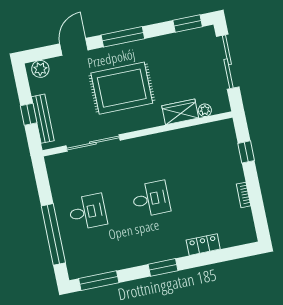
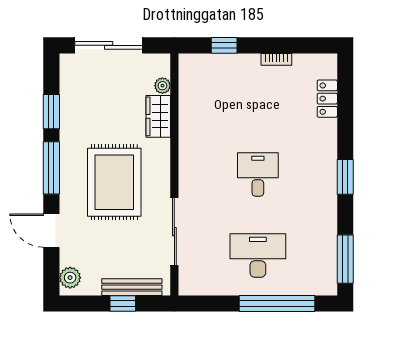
window: (188, 23) -> (51, 112), moved
desk: (88, 212) -> (258, 255), width x1.37
locker: (203, 245) -> (327, 99), moved

